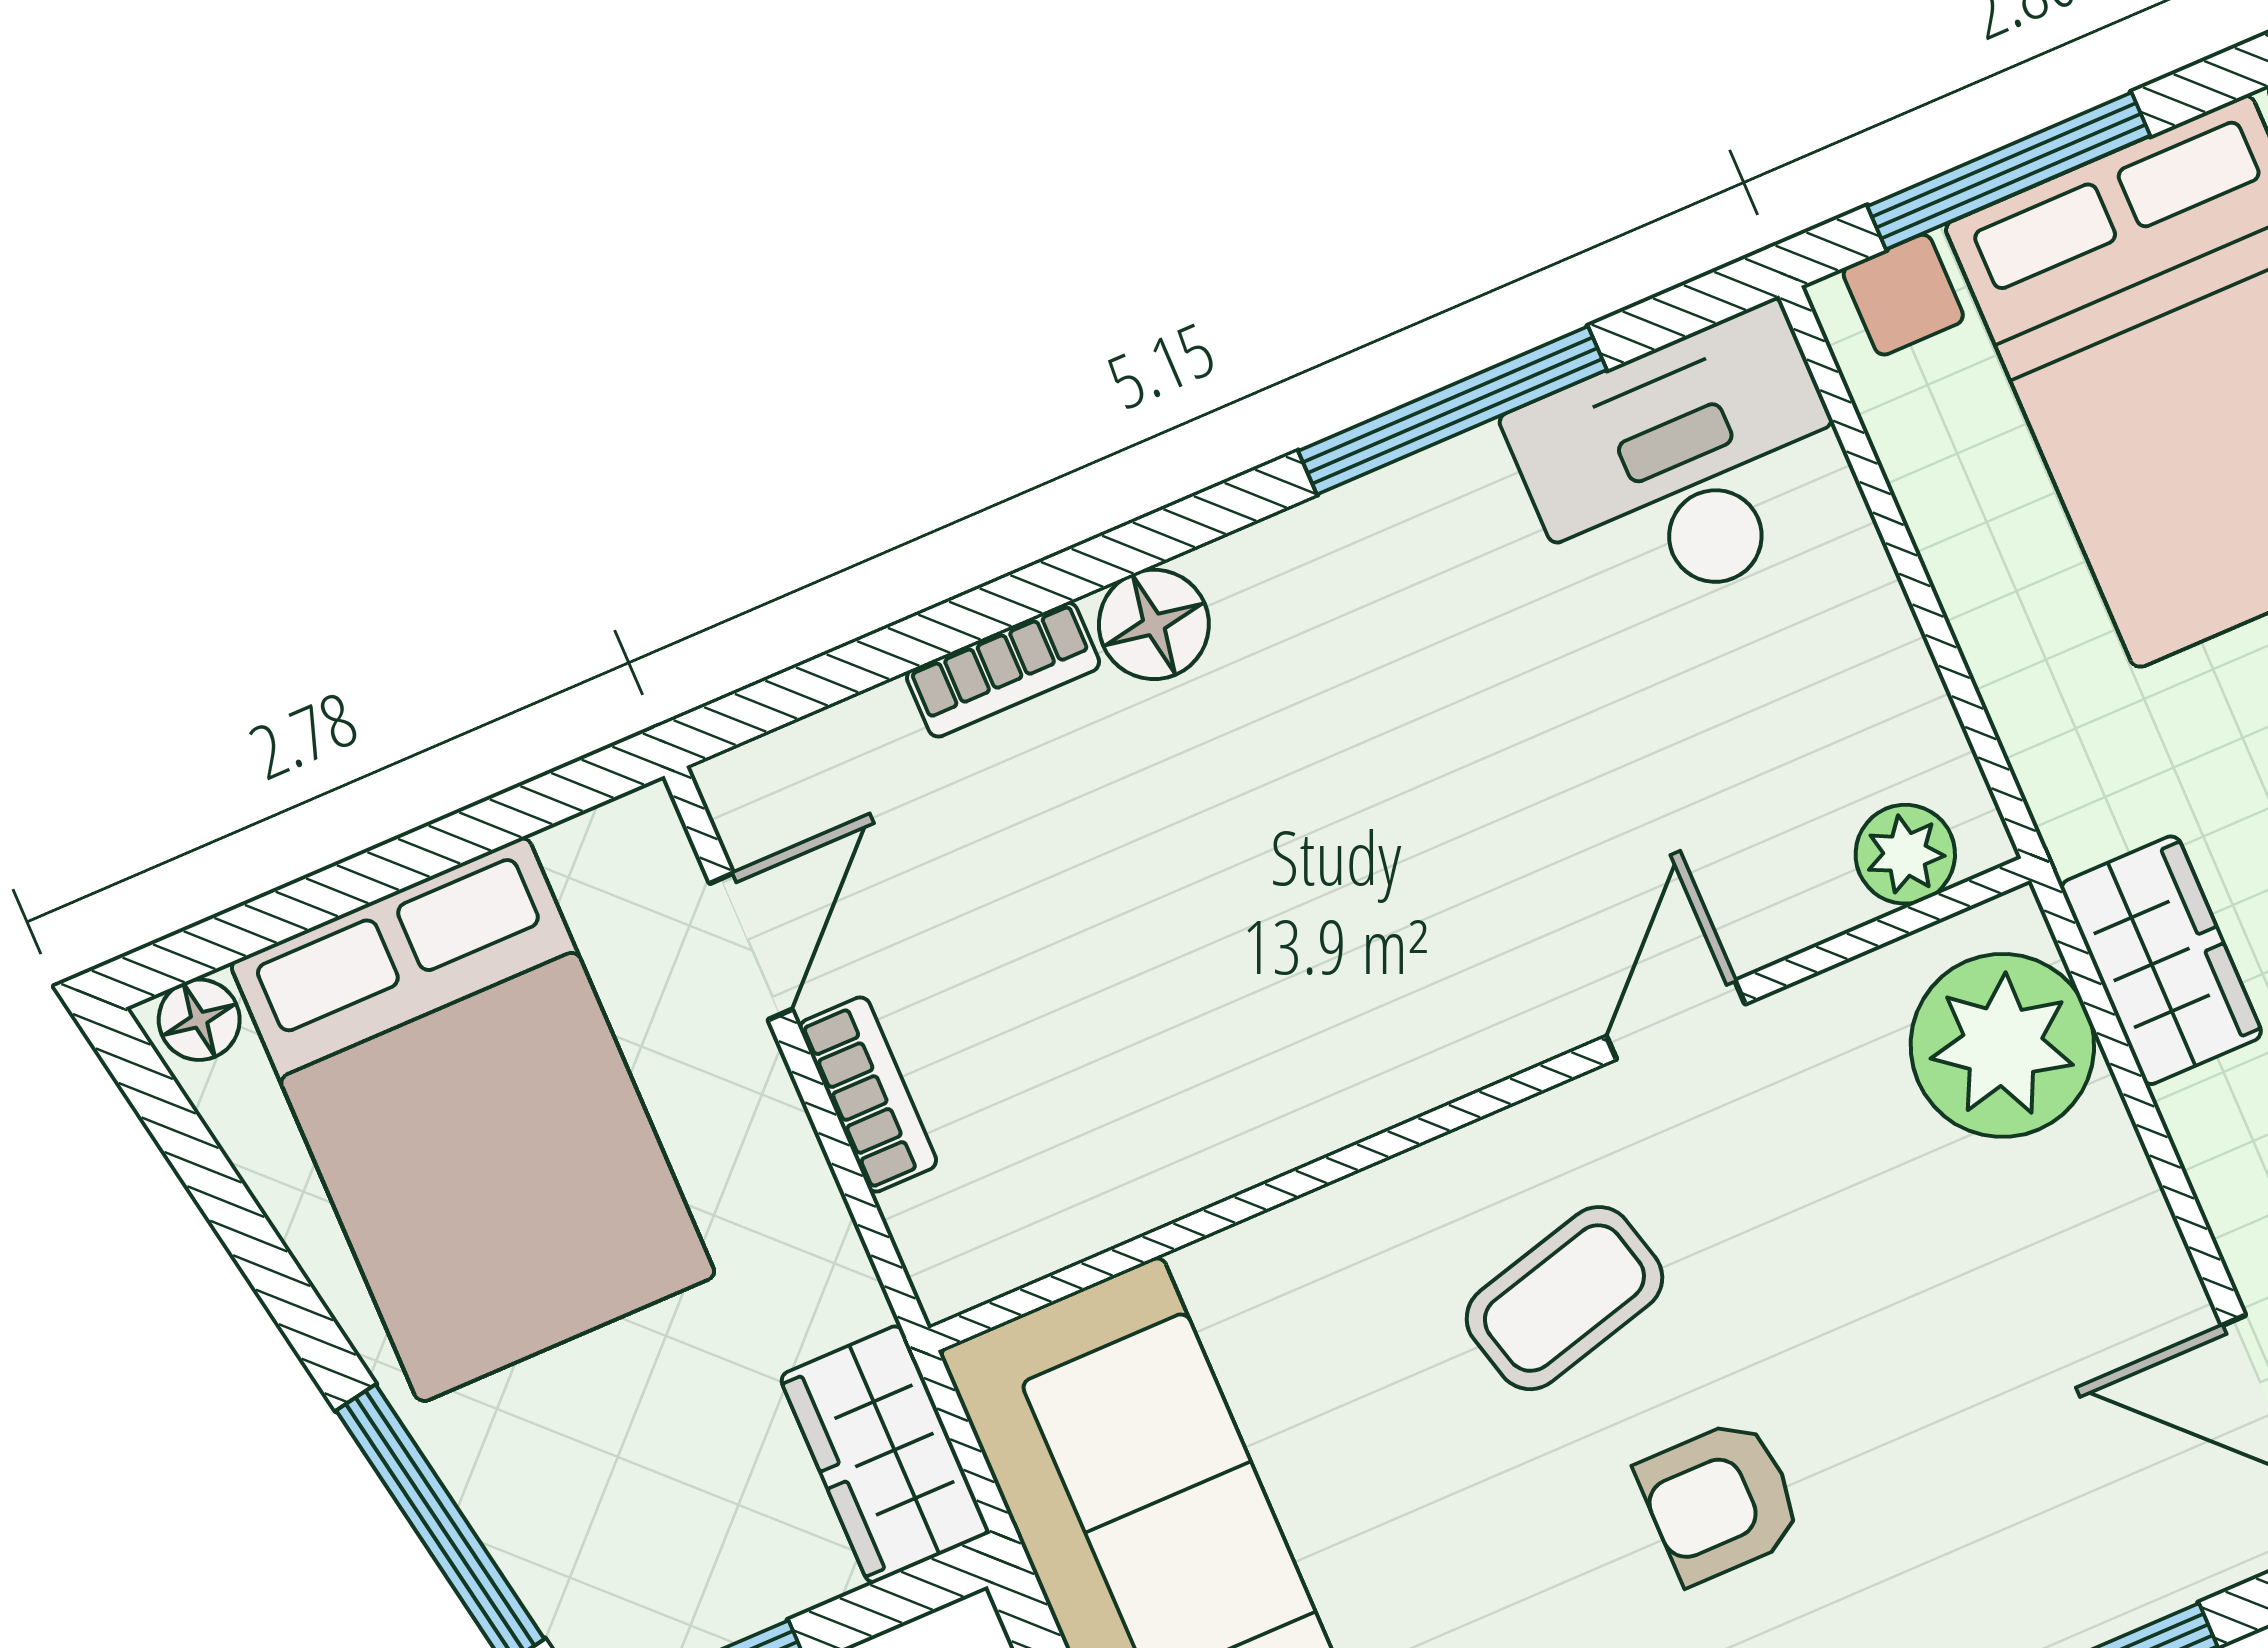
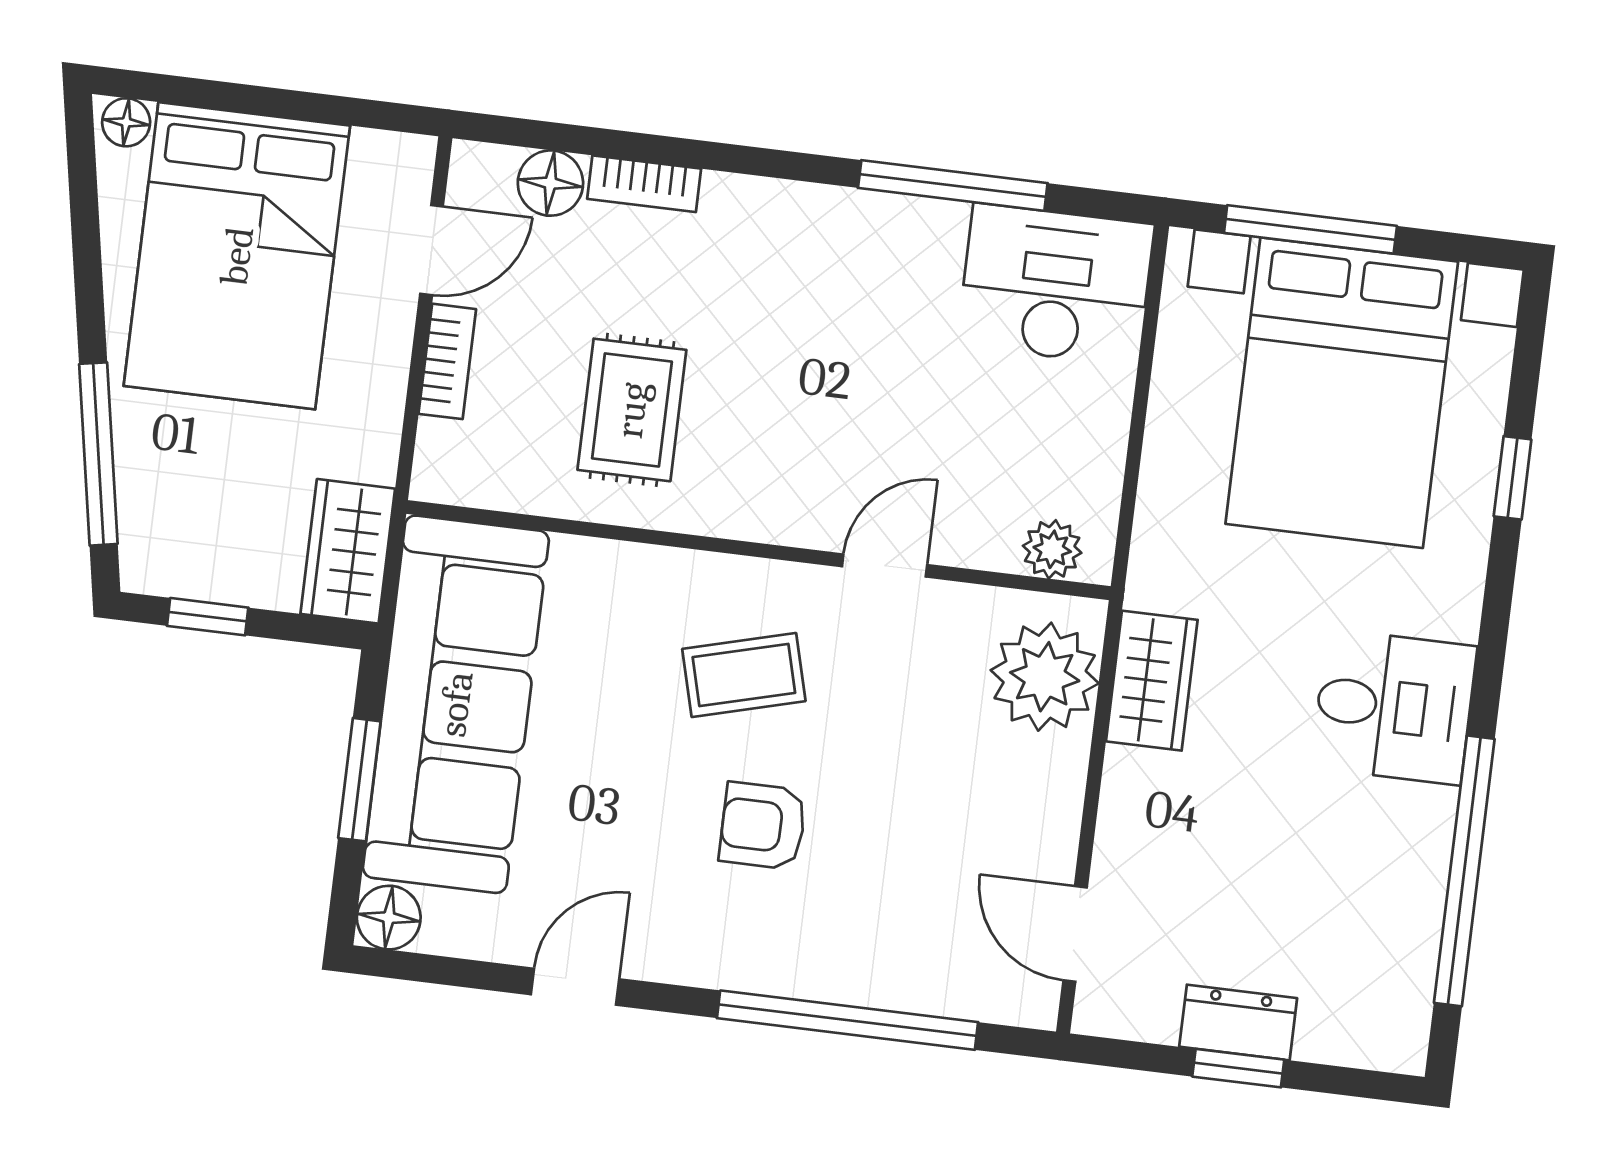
floor lamp: (1154, 624) -> (550, 183), moved
rug: (1177, 1008) -> (632, 410), added

